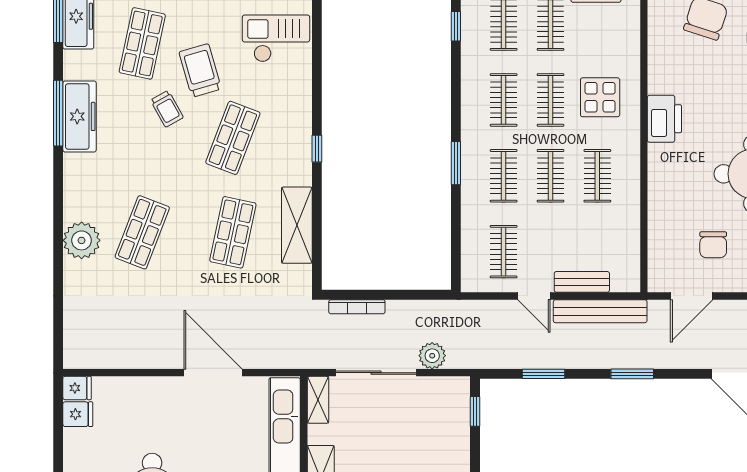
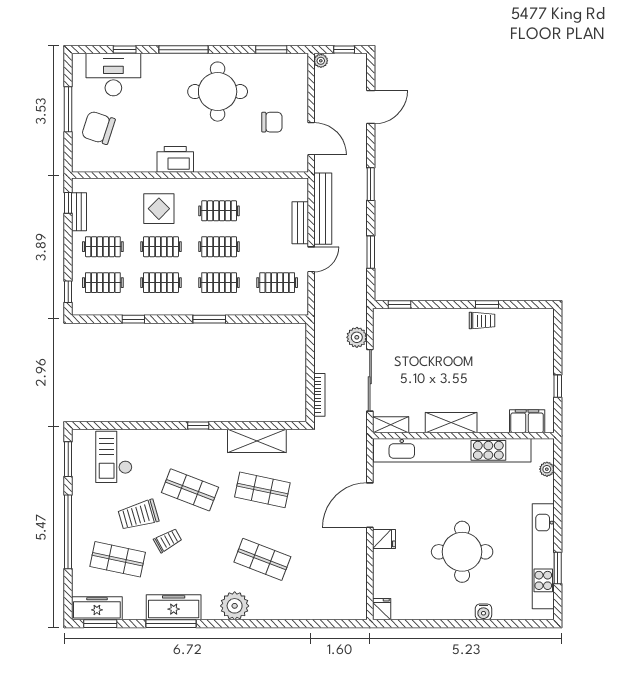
window: (456, 26) -> (133, 319), moved
plant: (82, 240) -> (235, 606), moved
fridge: (78, 414) -> (384, 539), moved, turned 90

